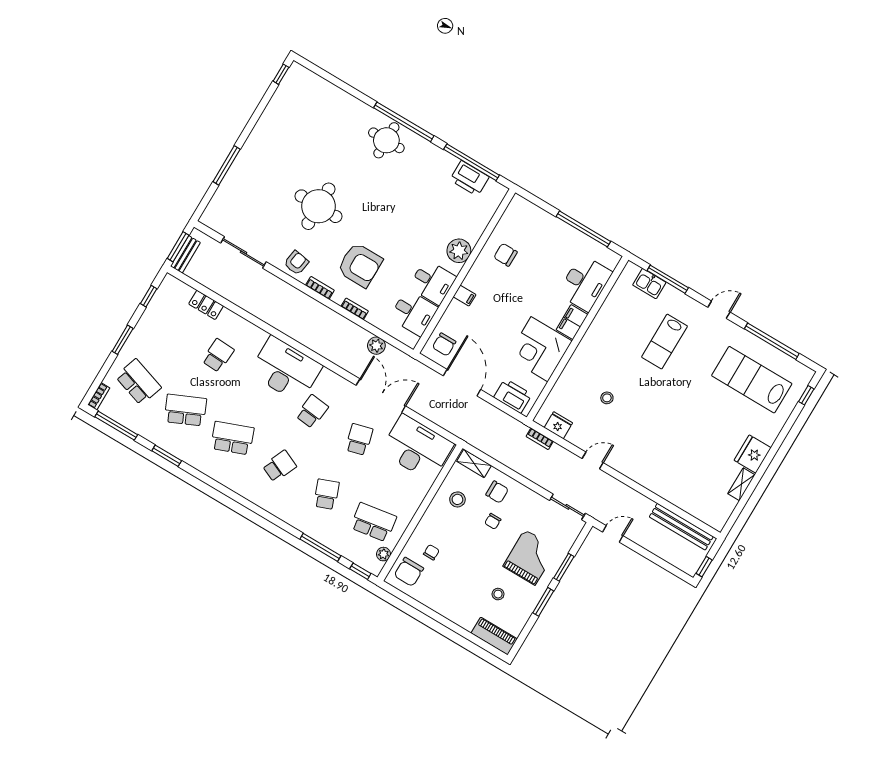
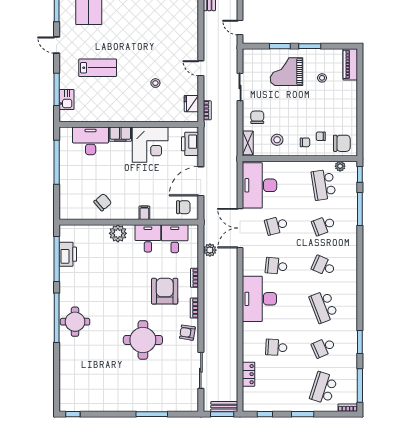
chair: (505, 255) -> (103, 202), turned -130
school desk: (185, 410) -> (324, 347), width x0.54
sliding door: (567, 507) -> (240, 87), moved
chair: (493, 521) -> (305, 142), moved

